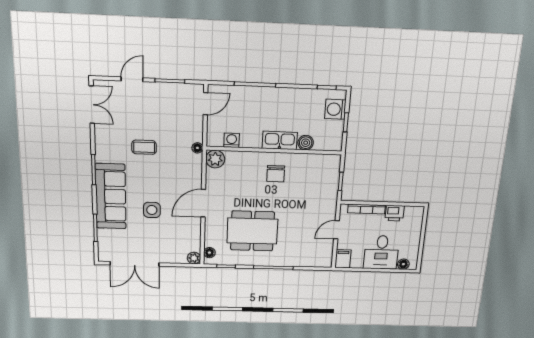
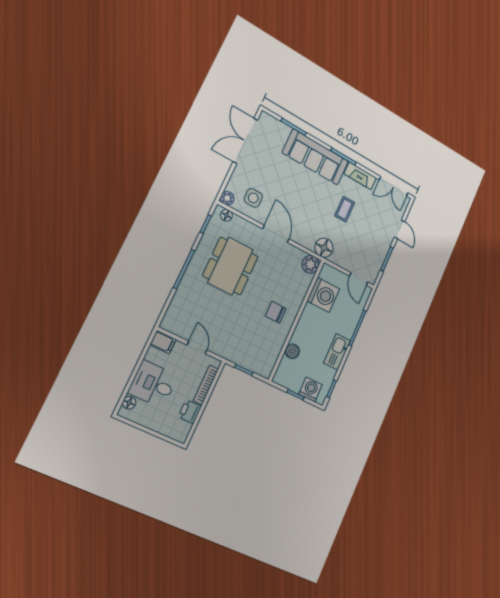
washing machine: (232, 140) -> (323, 295), width x1.89, depth x1.89
kitchen sink: (280, 140) -> (337, 352), moved, turned 180
fireplace: (102, 145) -> (360, 176), added
floor lamp: (197, 148) -> (324, 248), width x1.89, depth x1.89
side table: (152, 210) -> (253, 198), moved

